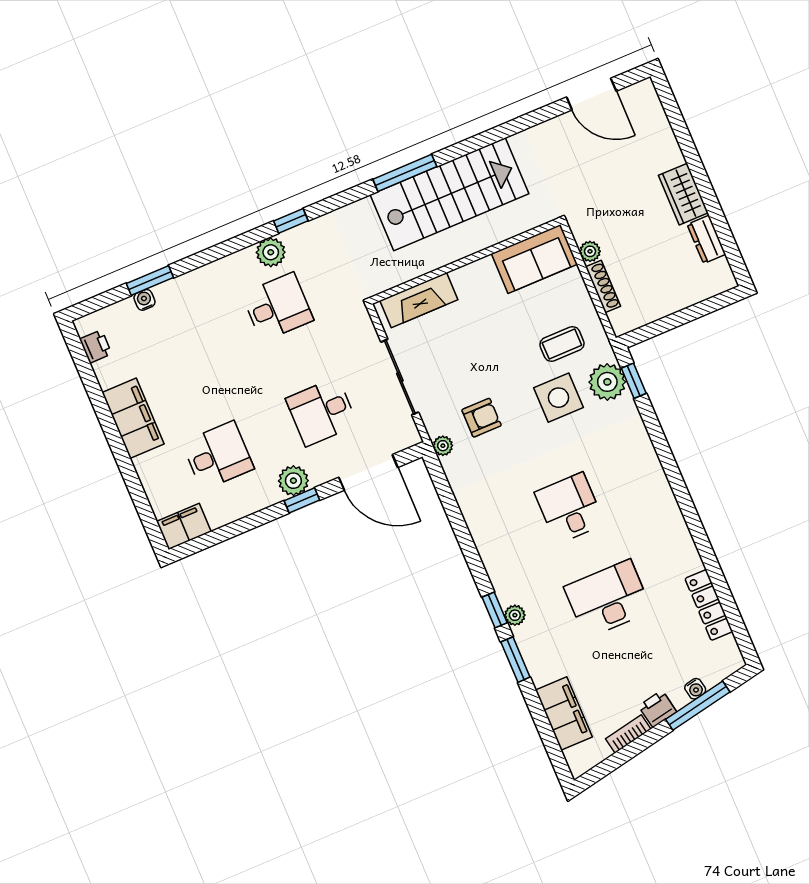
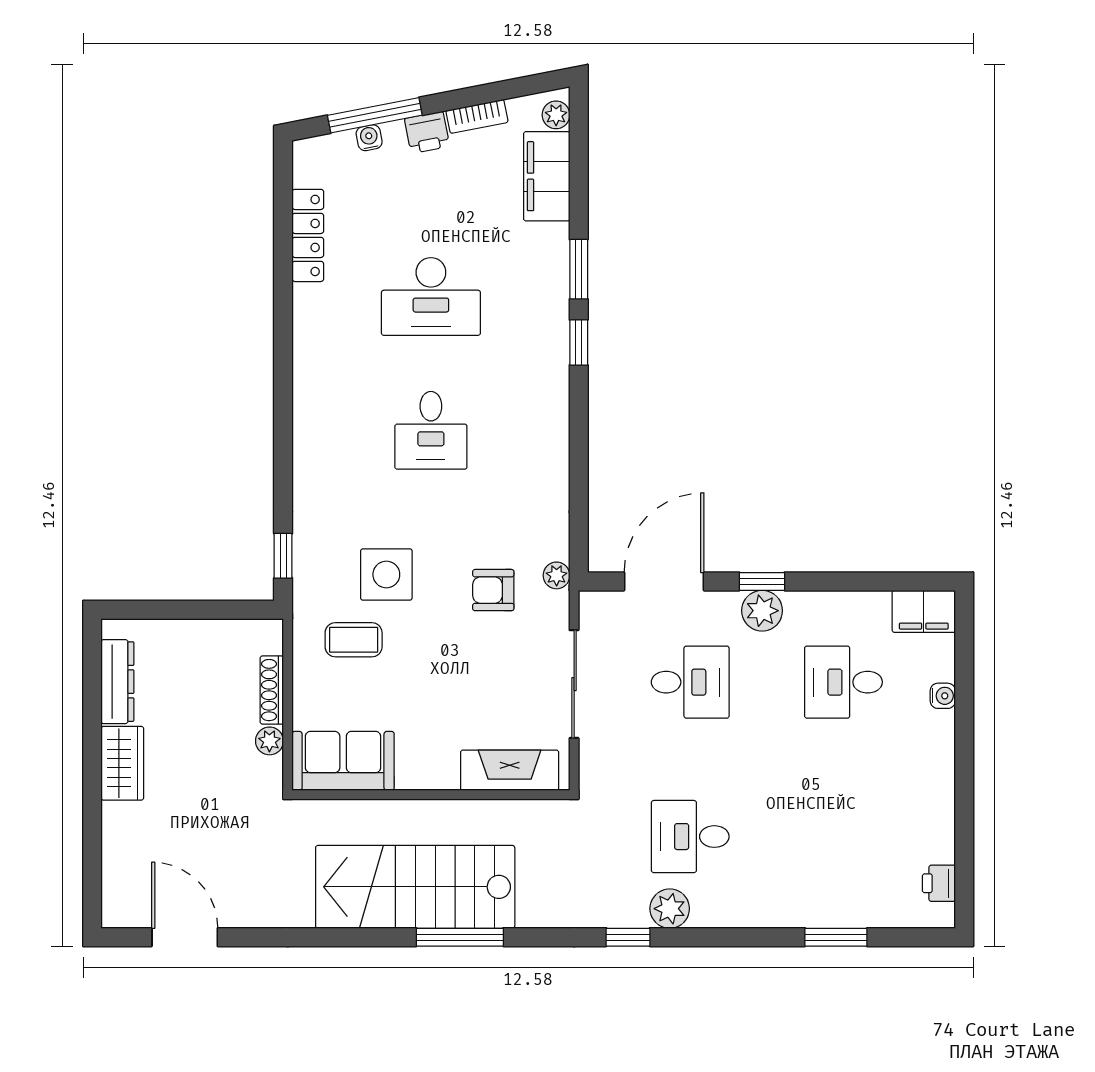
dresser: (706, 239) -> (117, 682), width x1.44
water cooler: (144, 300) -> (943, 696), moved, turned -90
plant: (607, 382) -> (317, 568), removed
filing cabinet: (133, 418) -> (930, 774), removed
door: (368, 472) -> (664, 581), hinge flipped
plant: (515, 615) -> (556, 115), moved

